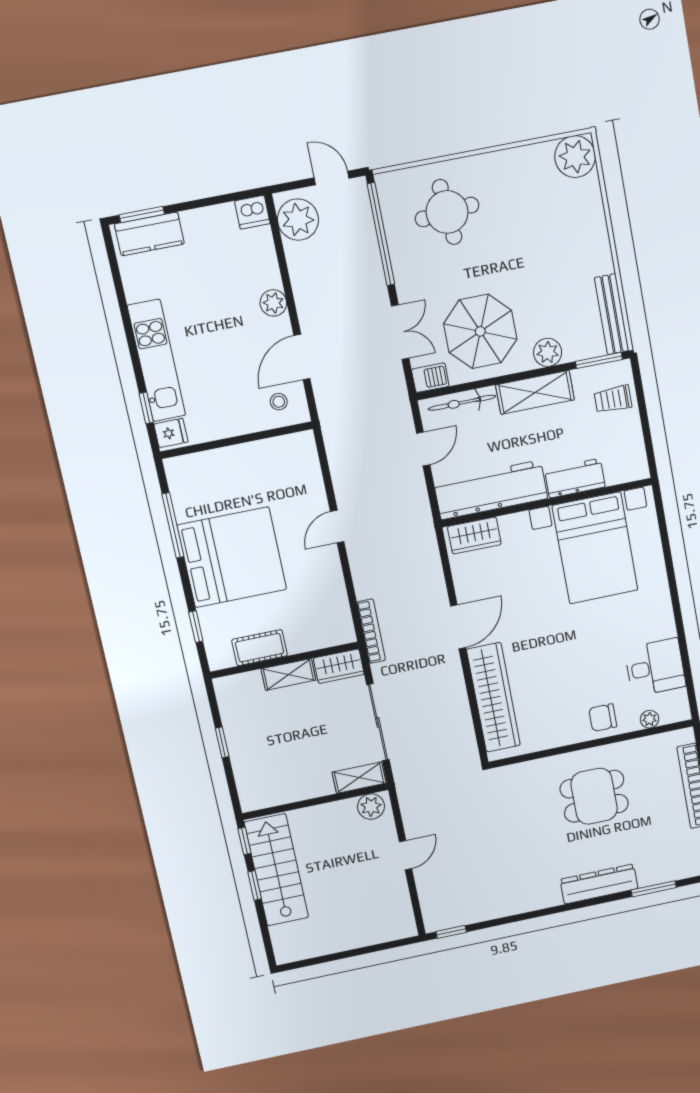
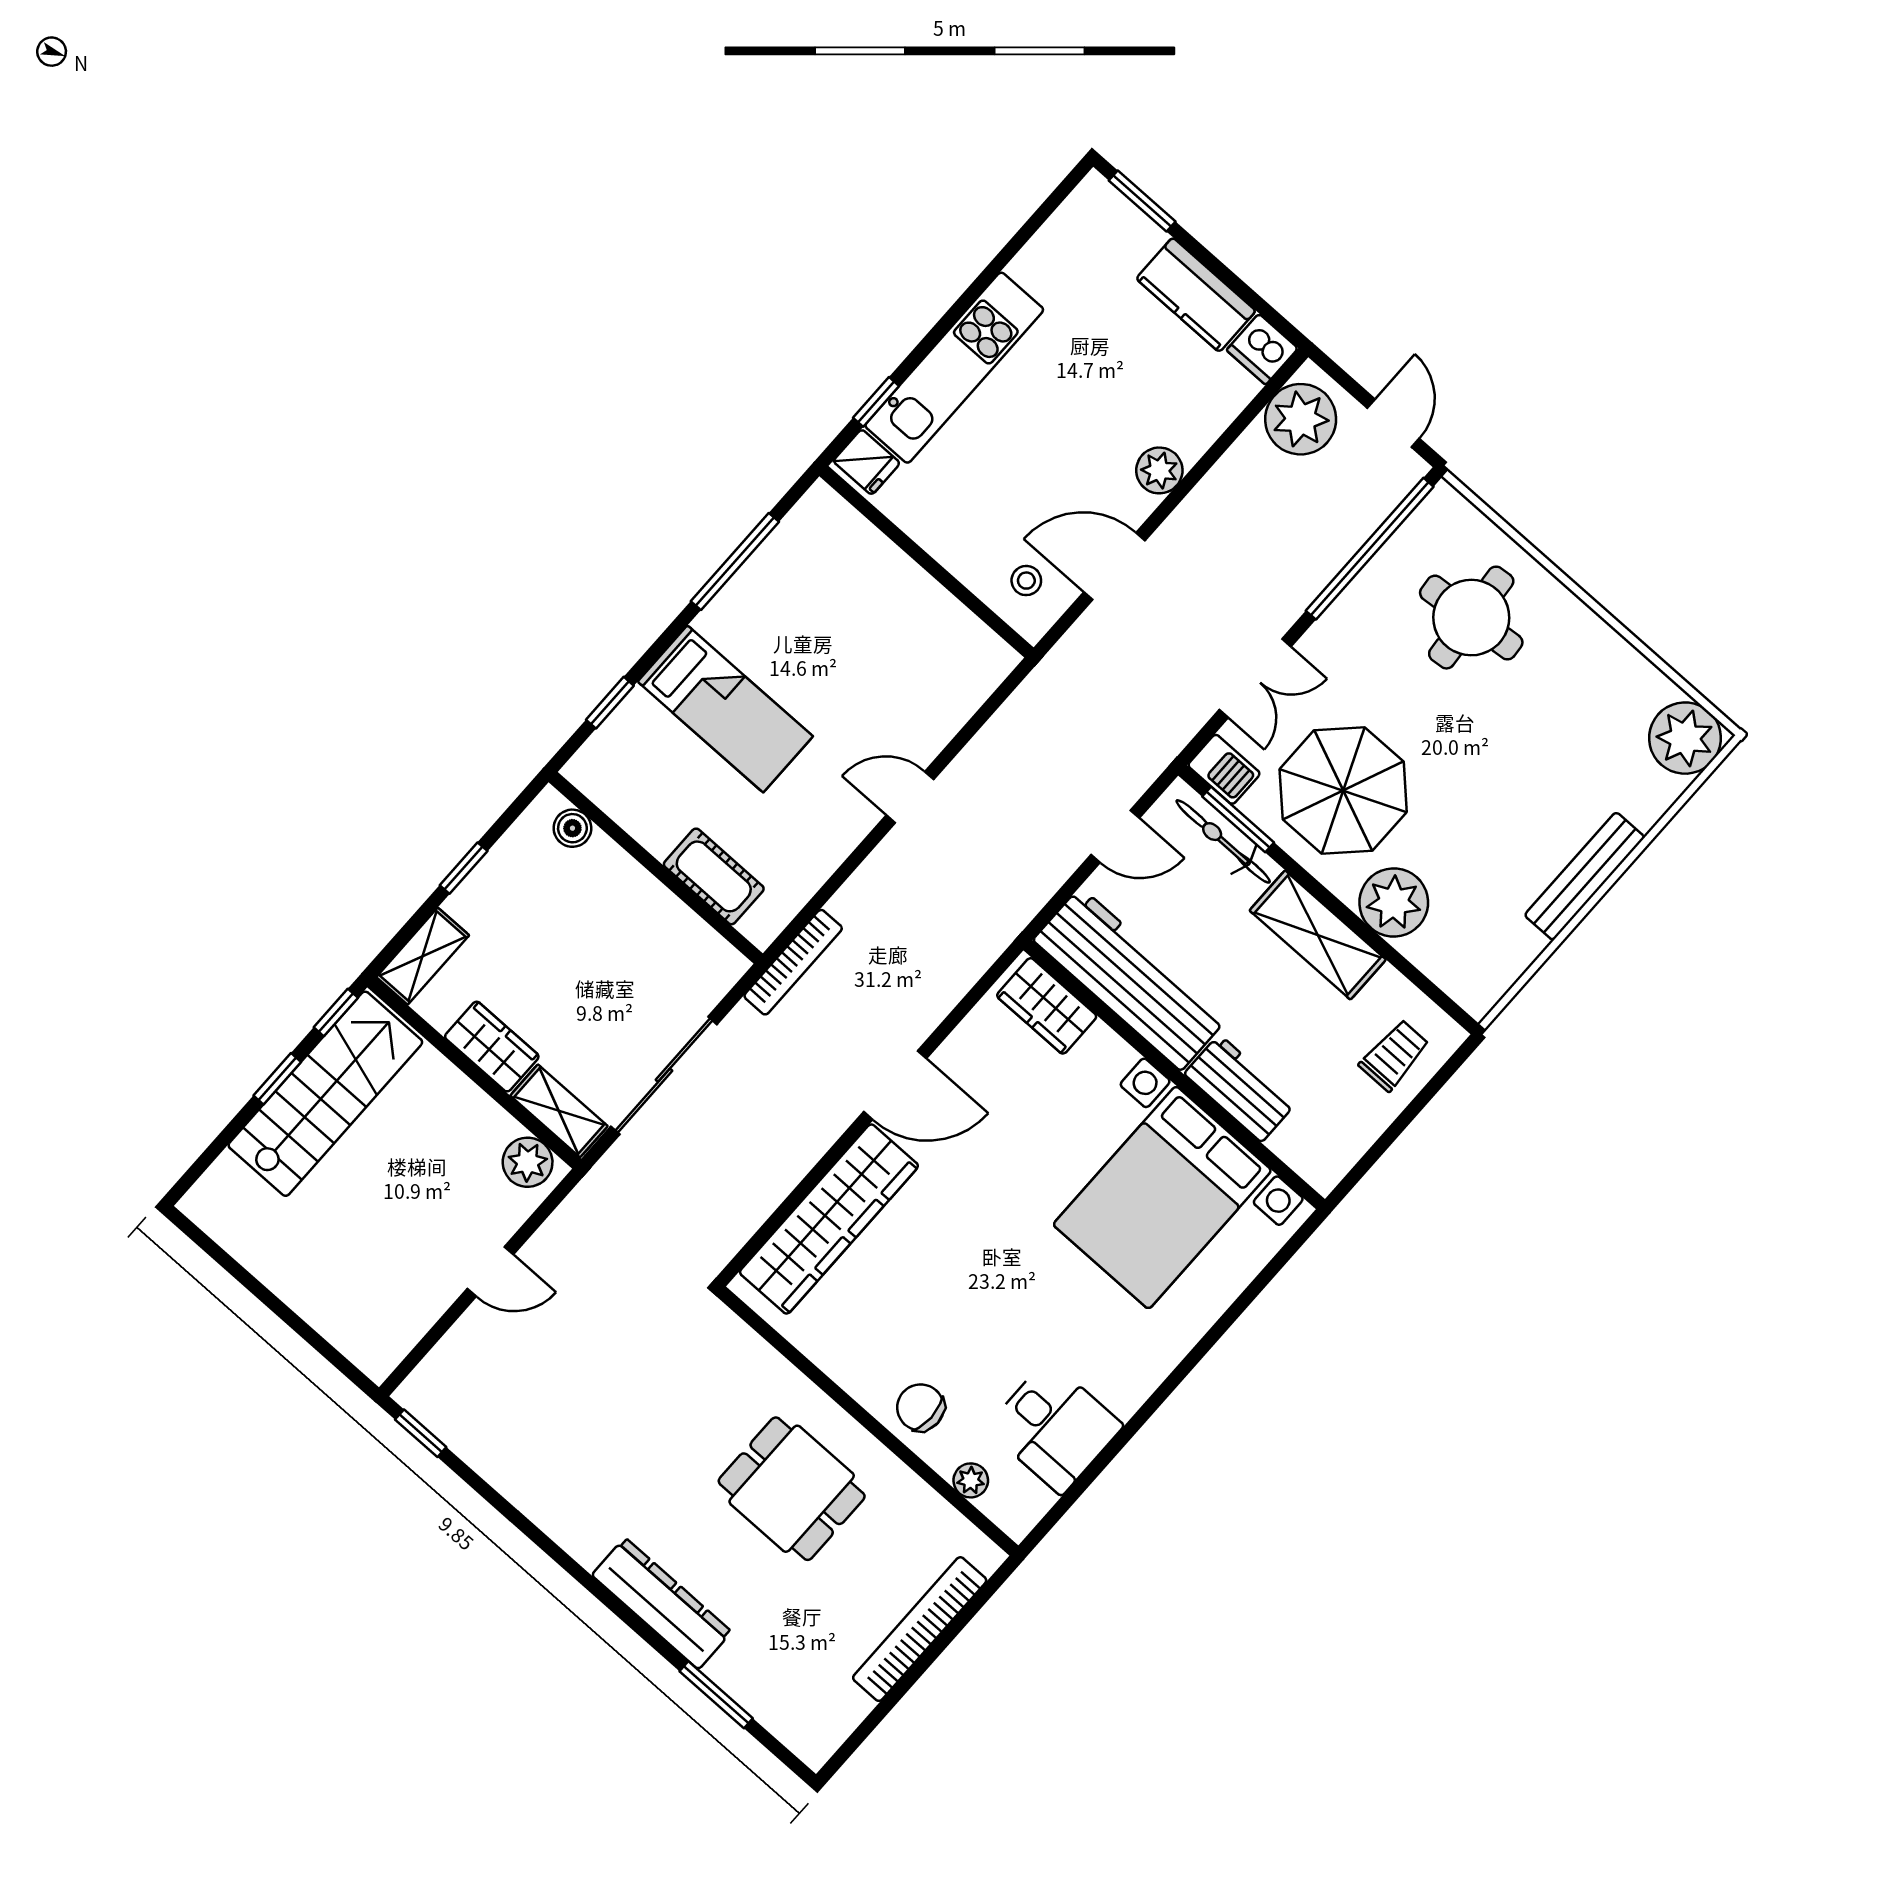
kitchen counter: (149, 234) -> (1196, 295), moved
bench: (612, 314) -> (1585, 876), moved
plant: (548, 352) -> (1394, 902), width x1.36, depth x1.36
window: (599, 360) -> (1238, 820), moved
trolley: (613, 399) -> (1394, 1055), turned 90
bed: (232, 557) -> (725, 709), width x0.49
cot: (260, 648) -> (714, 876), moved
wardrobe: (339, 666) -> (492, 1047), moved, turned 180
shelving: (289, 674) -> (423, 956), moved, turned 90
boiler: (240, 683) -> (572, 828), added

